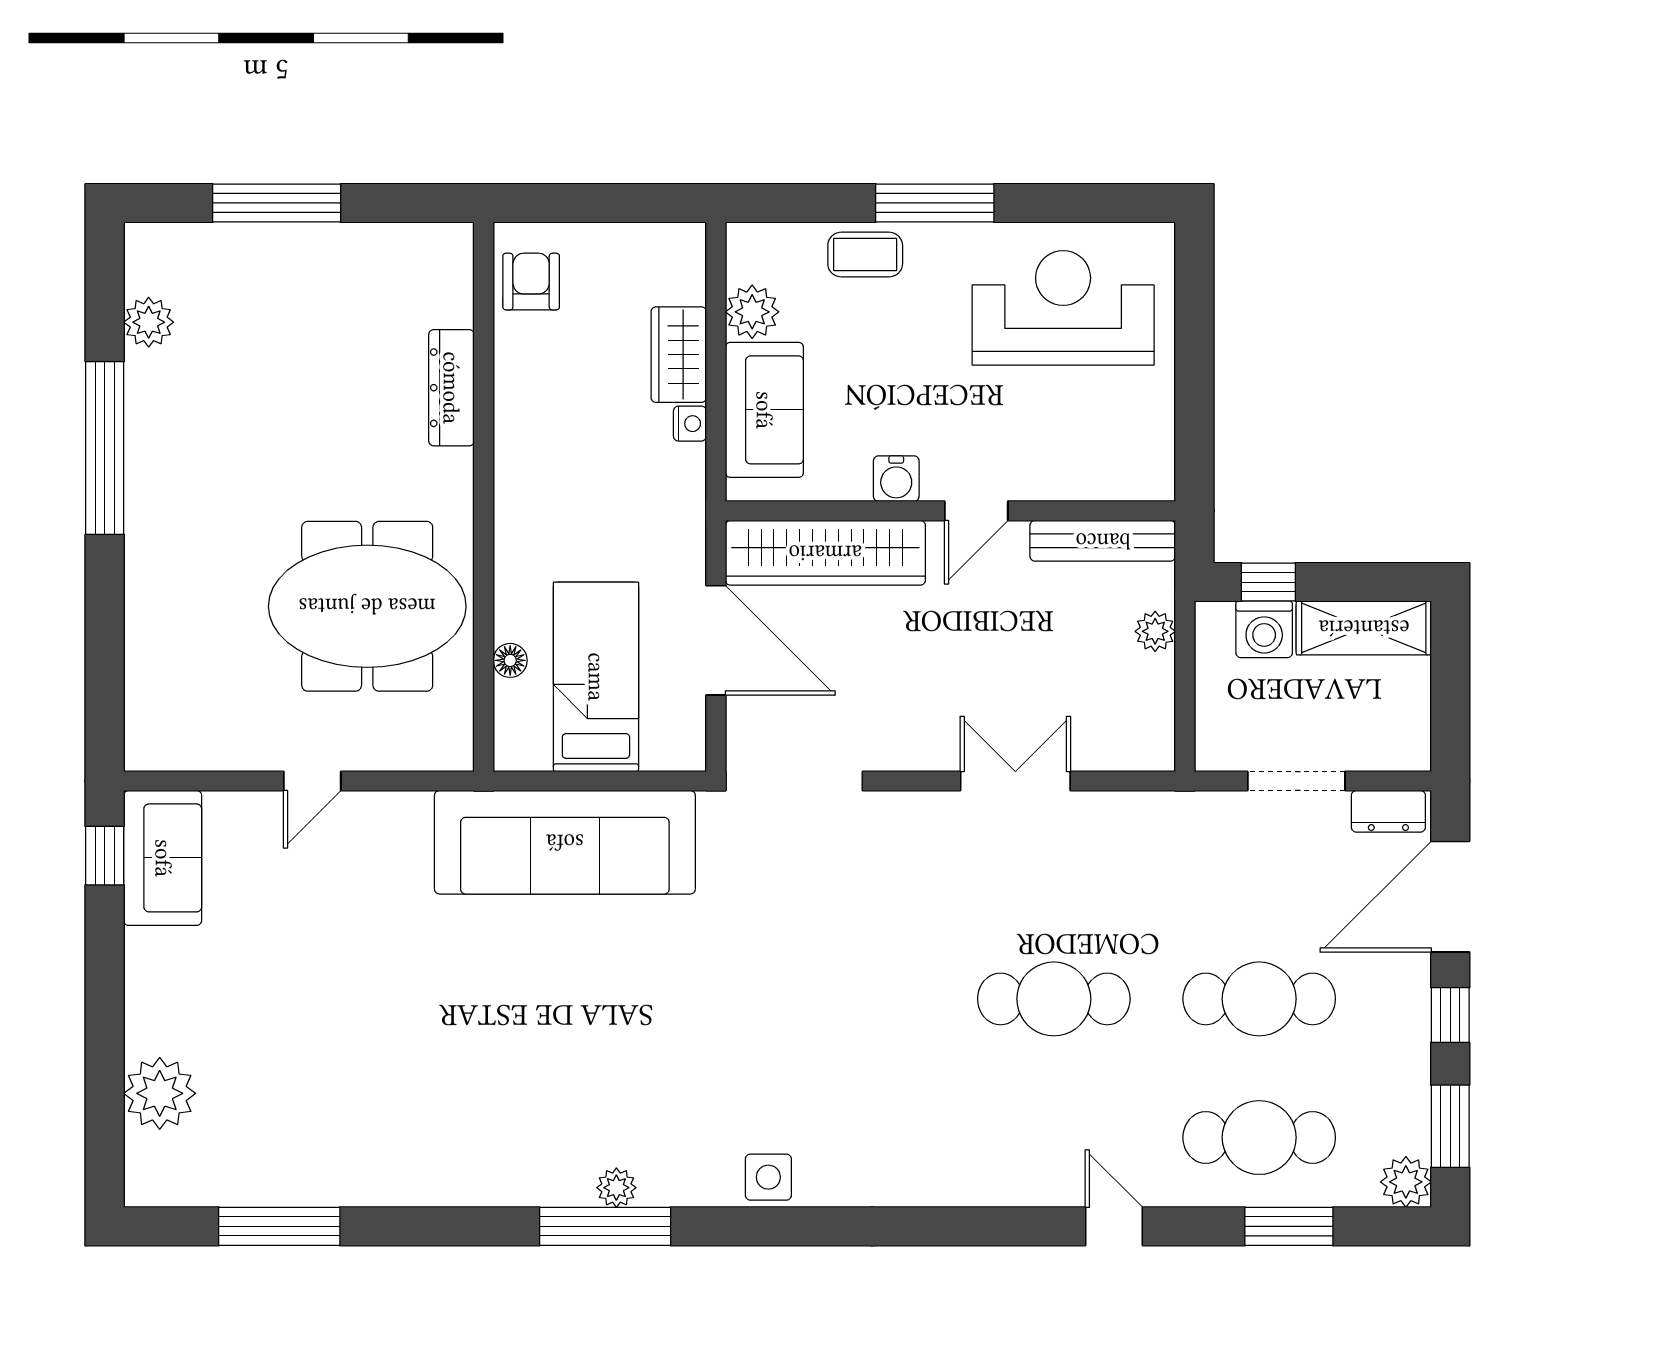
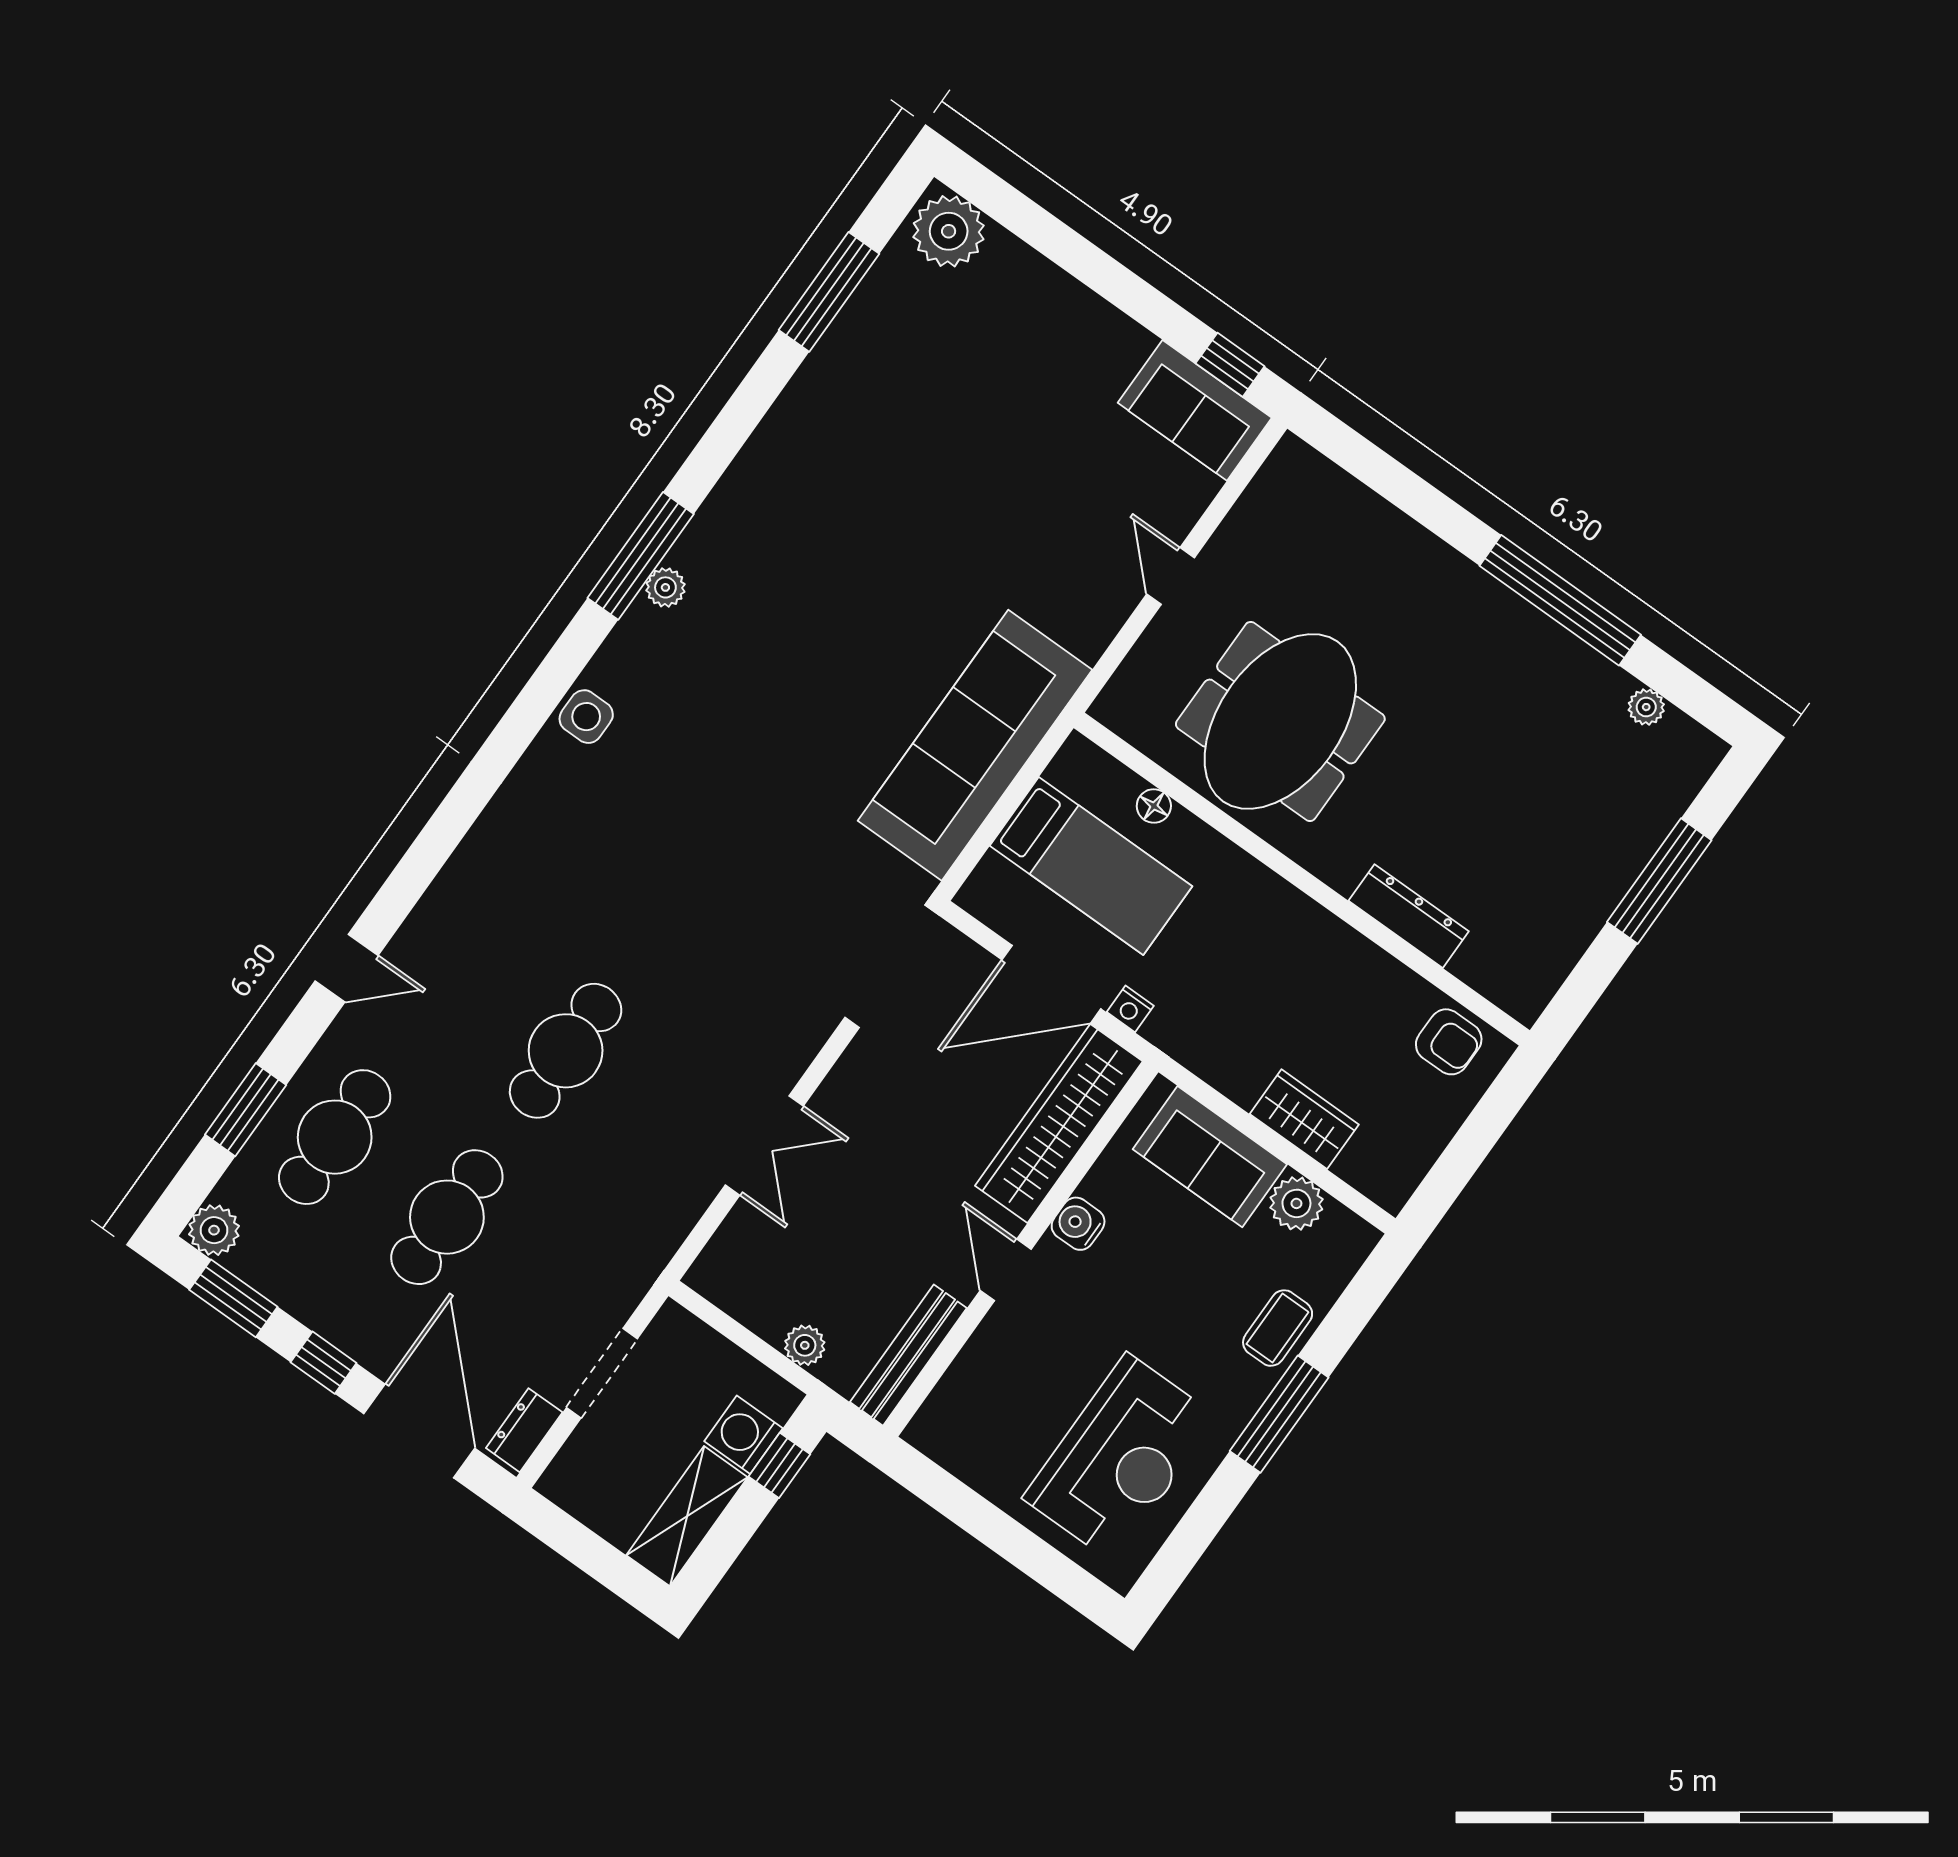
plant: (149, 322) -> (1646, 707), width x0.73, depth x0.73
nightstand: (690, 424) -> (1130, 1009), moved
plant: (160, 1093) -> (949, 231), moved

